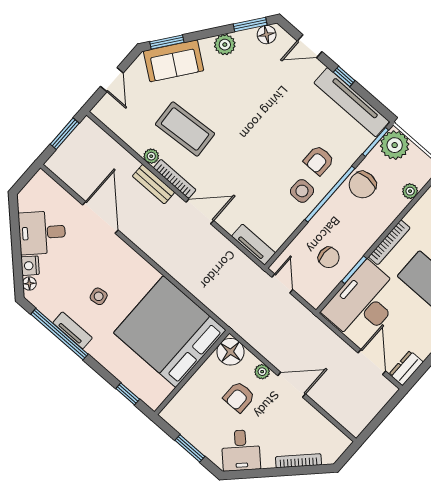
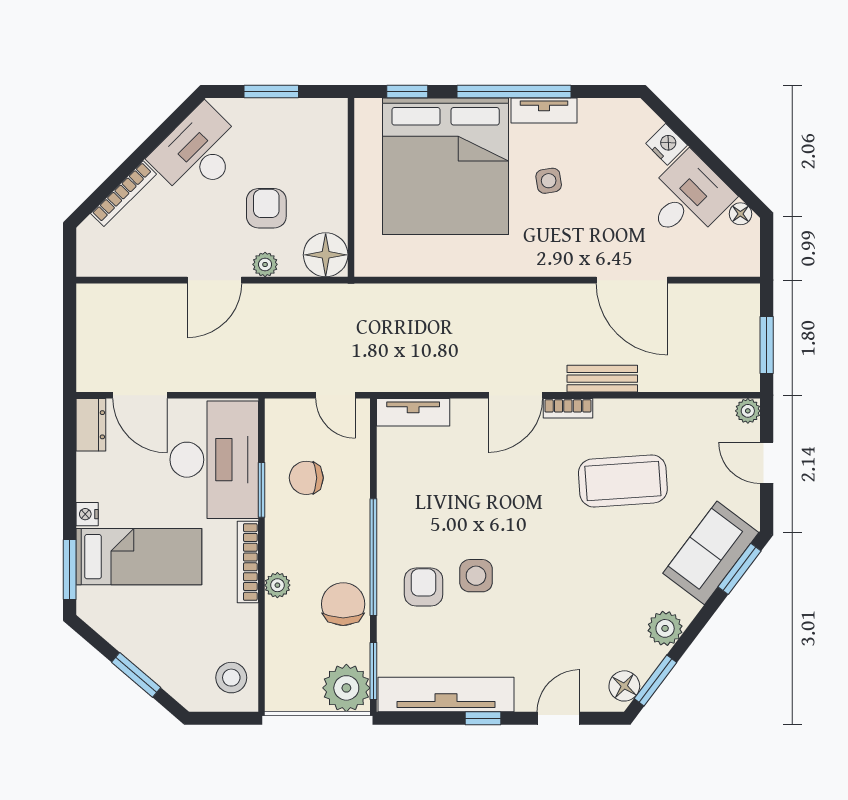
plant: (151, 156) -> (748, 411), moved
bookcase: (175, 179) -> (568, 408), width x0.64
side table: (302, 191) -> (476, 576), moved
plant: (410, 191) -> (277, 585), moved
floor lamp: (29, 283) -> (740, 214), moved
bed: (170, 332) -> (446, 166), moved, turned 90
window: (59, 334) -> (514, 91), moved
desk: (241, 450) -> (198, 152), width x1.37

